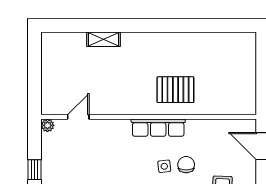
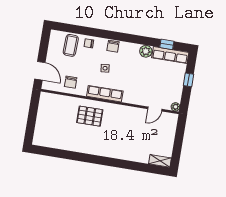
shelving: (103, 39) -> (160, 161), moved
chair: (186, 165) -> (71, 82), moved

